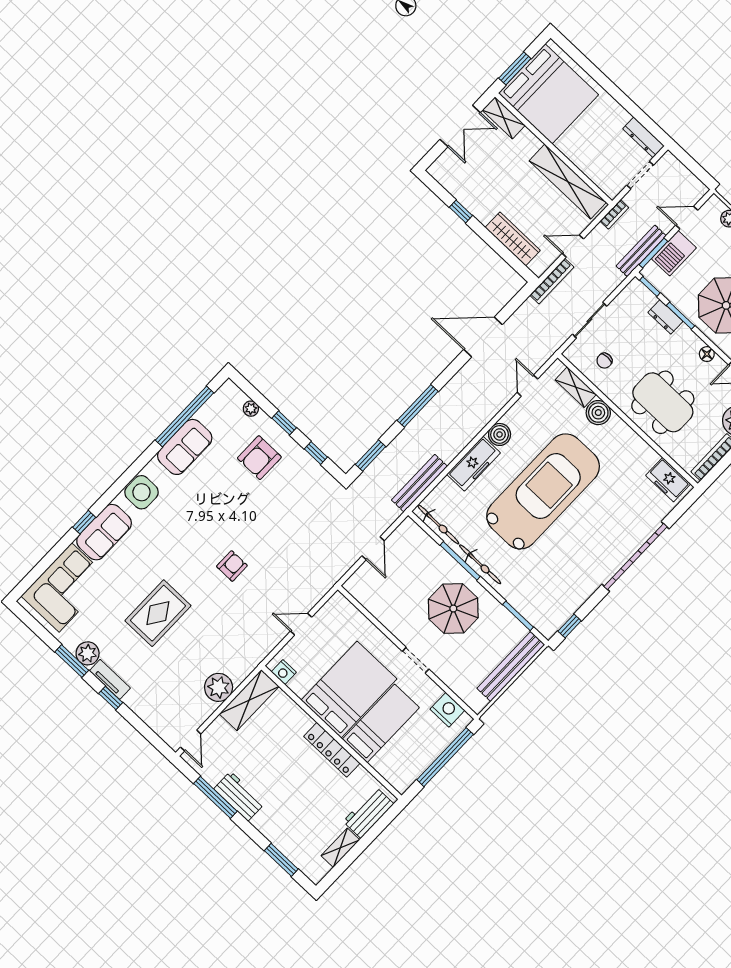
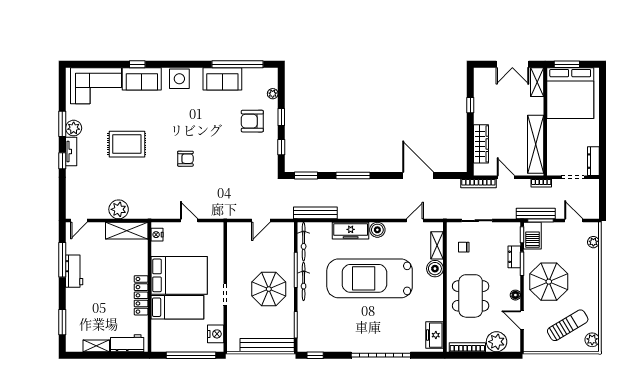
barbecue: (674, 253) -> (532, 236), moved, turned -90
car: (543, 491) -> (370, 278), turned 180

